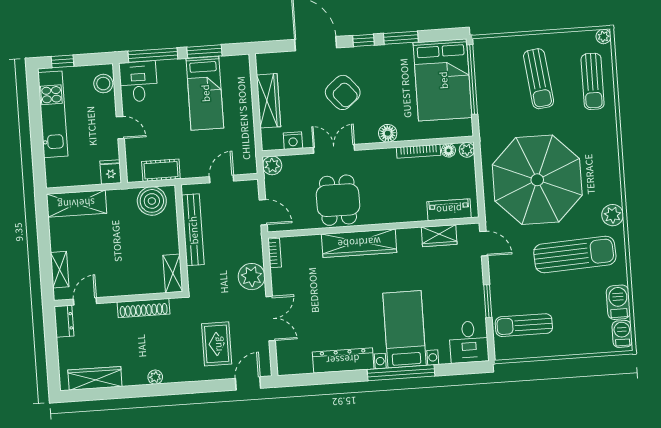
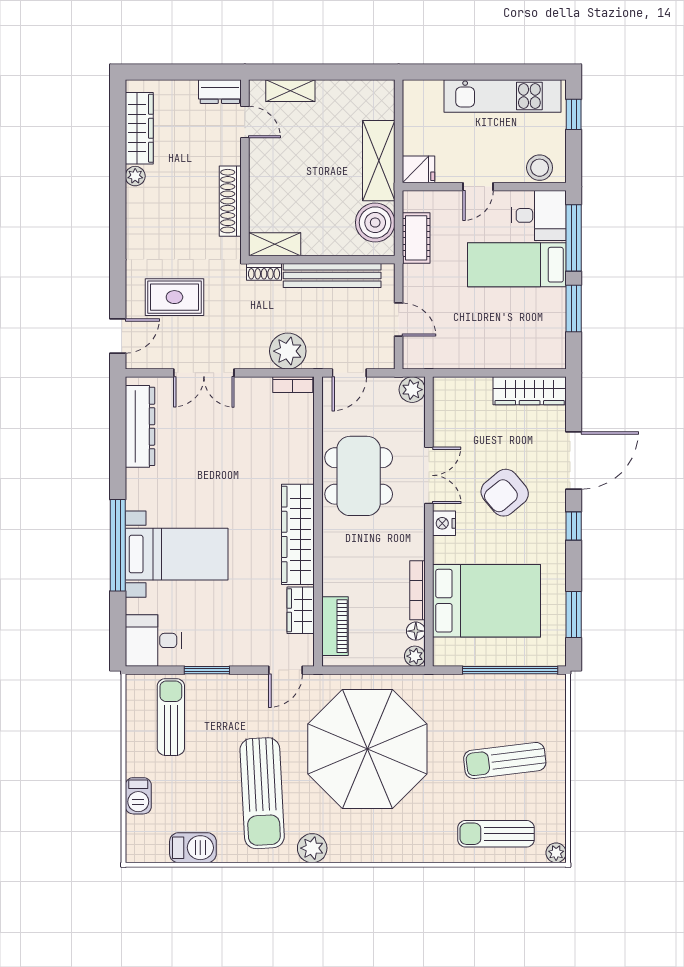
window: (401, 38) -> (574, 614), moved
bed: (443, 80) -> (486, 601), moved, turned 180
bed: (205, 93) -> (517, 265), moved
wardrobe: (268, 101) -> (530, 391), moved
floor lamp: (388, 133) -> (445, 550), removed
nightstand: (293, 141) -> (444, 523), moved
dining table: (338, 200) -> (359, 476), width x1.38
shelving: (76, 204) -> (379, 161), moved
wardrobe: (359, 243) -> (298, 534), moved
plant: (252, 277) -> (288, 351), moved
shoe rack: (194, 280) -> (264, 272), added
barbecue: (622, 334) -> (138, 796), moved, turned 90
dresser: (343, 360) -> (140, 426), moved
plant: (155, 377) -> (135, 176), moved
door: (248, 383) -> (118, 336), hinge flipped

